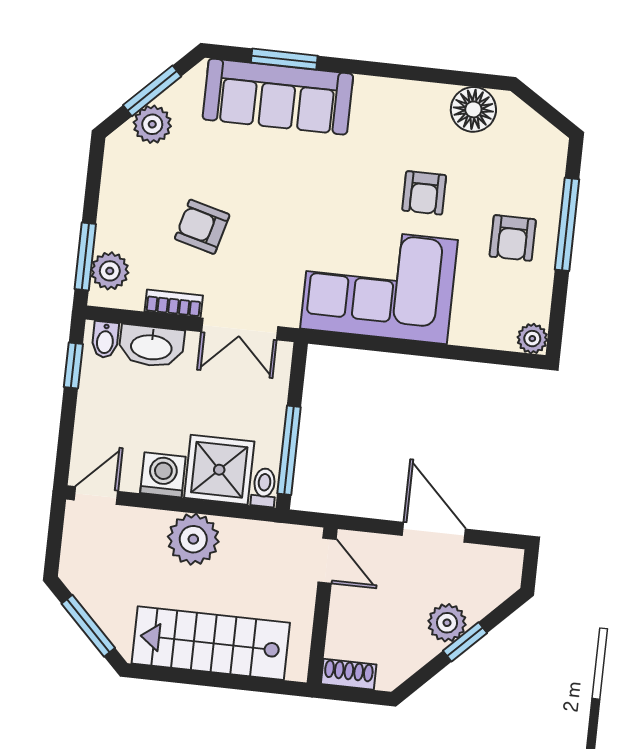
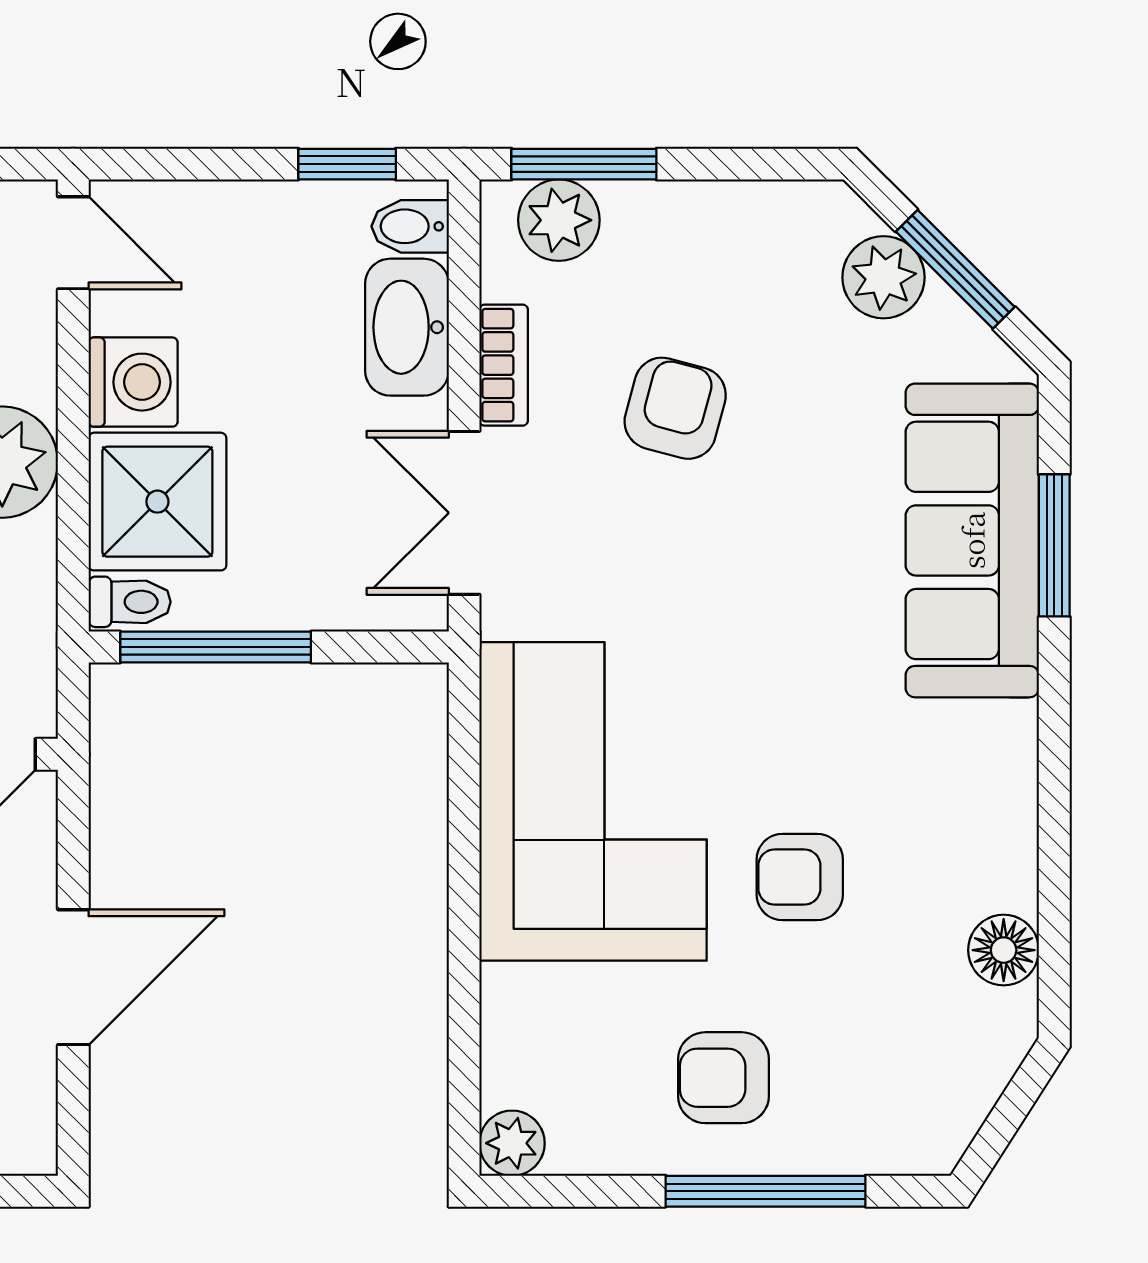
floor lamp: (473, 109) -> (1004, 950), width x0.73, depth x0.73

